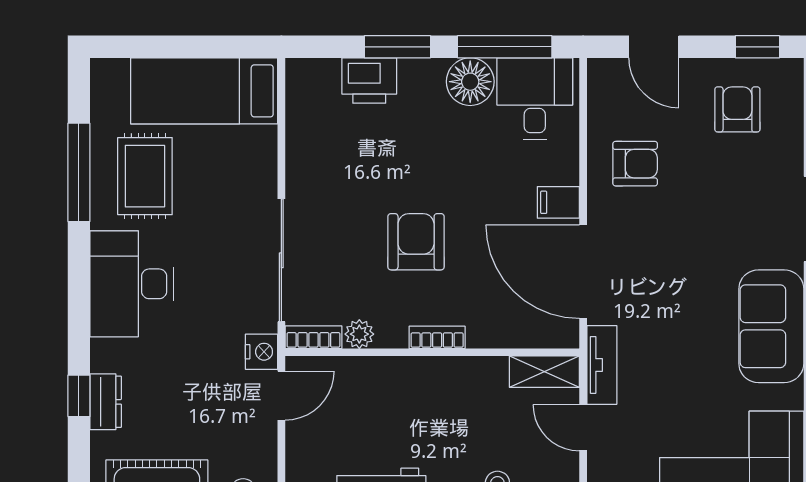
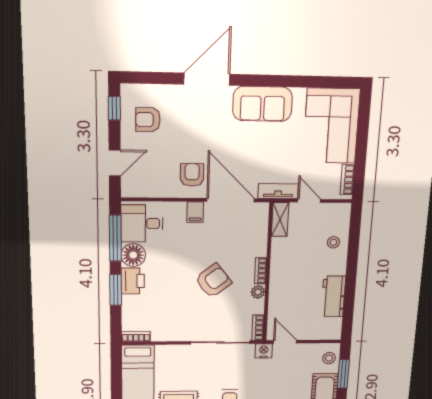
printer: (369, 80) -> (133, 281), moved
bookcase: (297, 87) -> (136, 336), added
armchair: (635, 164) -> (192, 175), moved
armchair: (416, 242) -> (213, 281), turned 142
door: (583, 272) -> (231, 200), swing flipped
plant: (359, 334) -> (258, 292), moved
door: (583, 428) -> (309, 201), swing flipped

